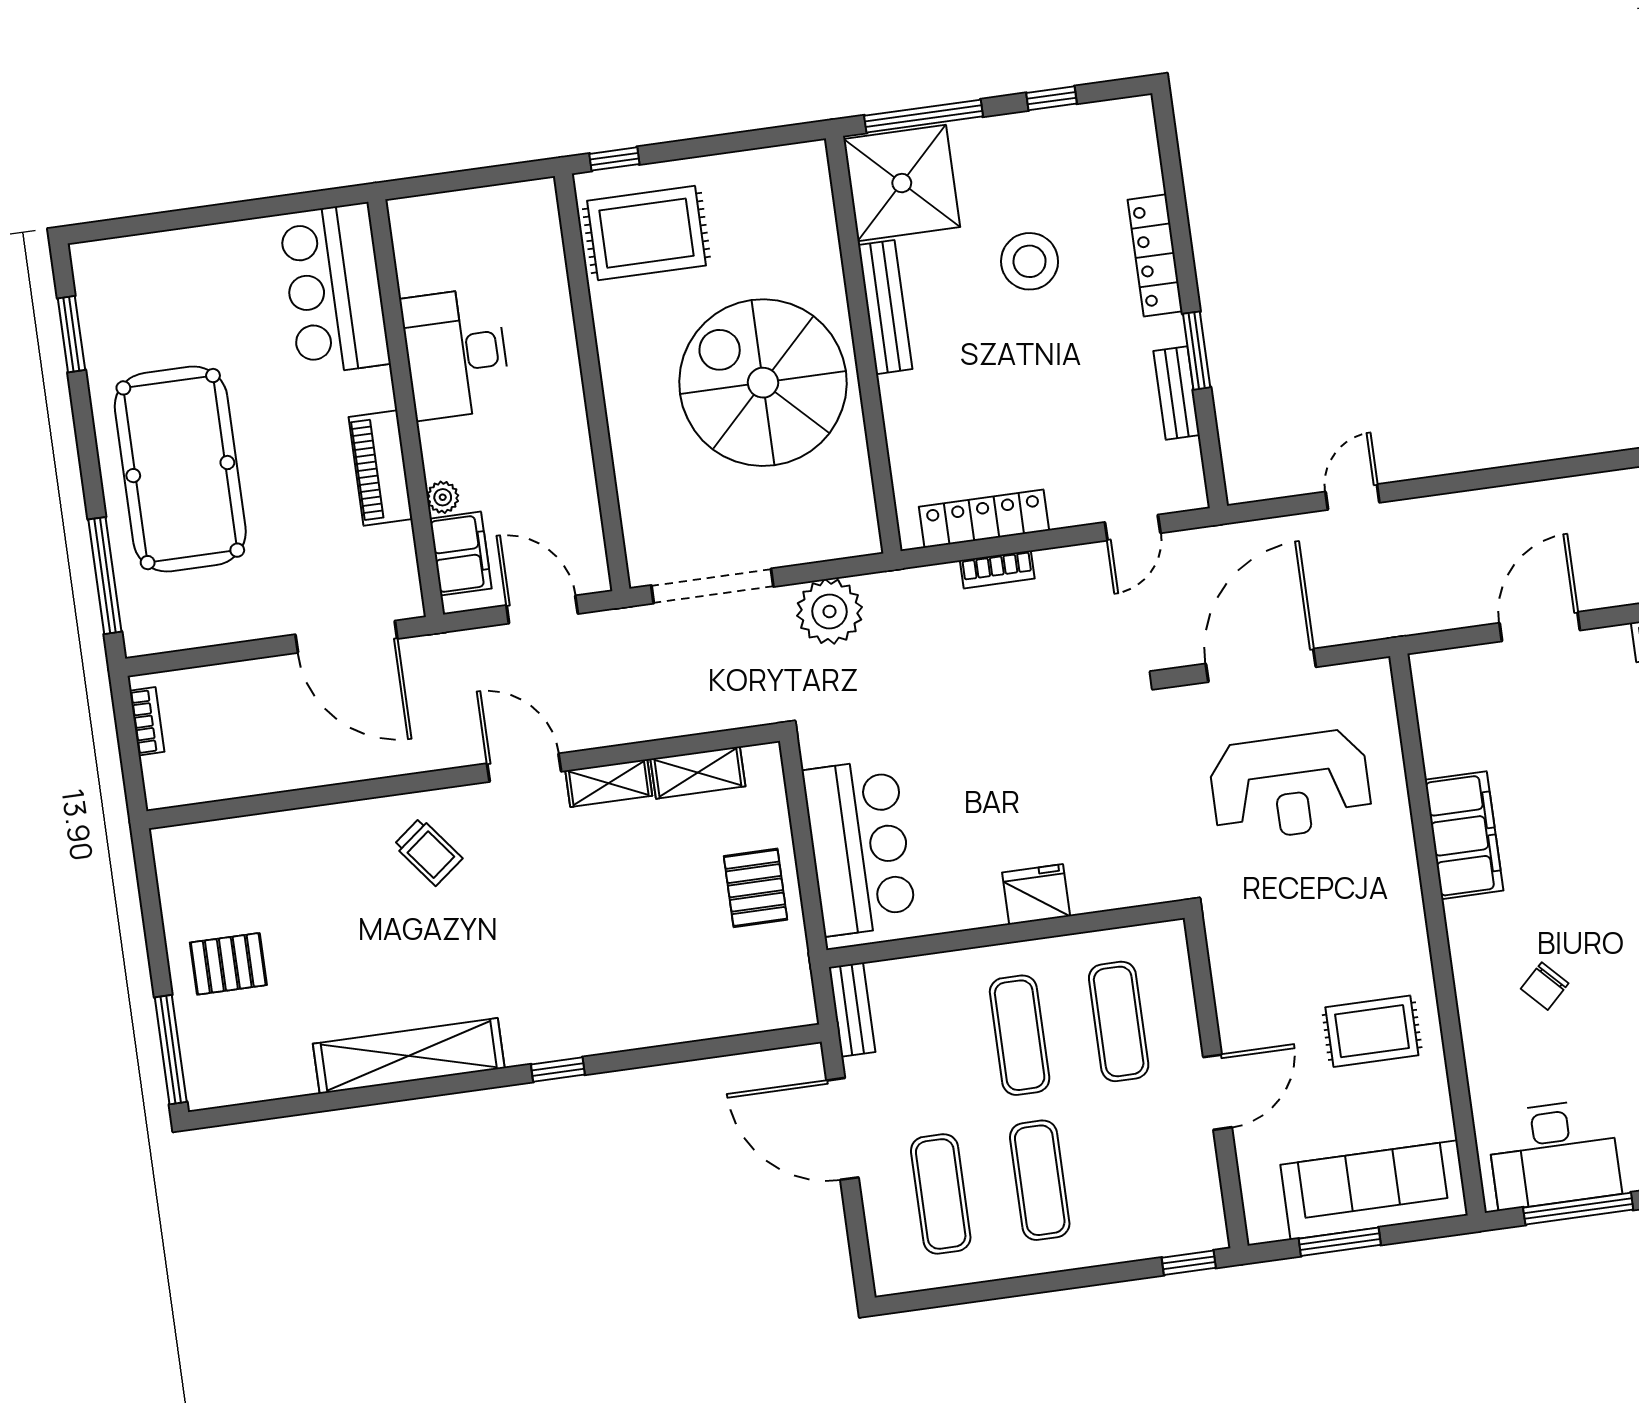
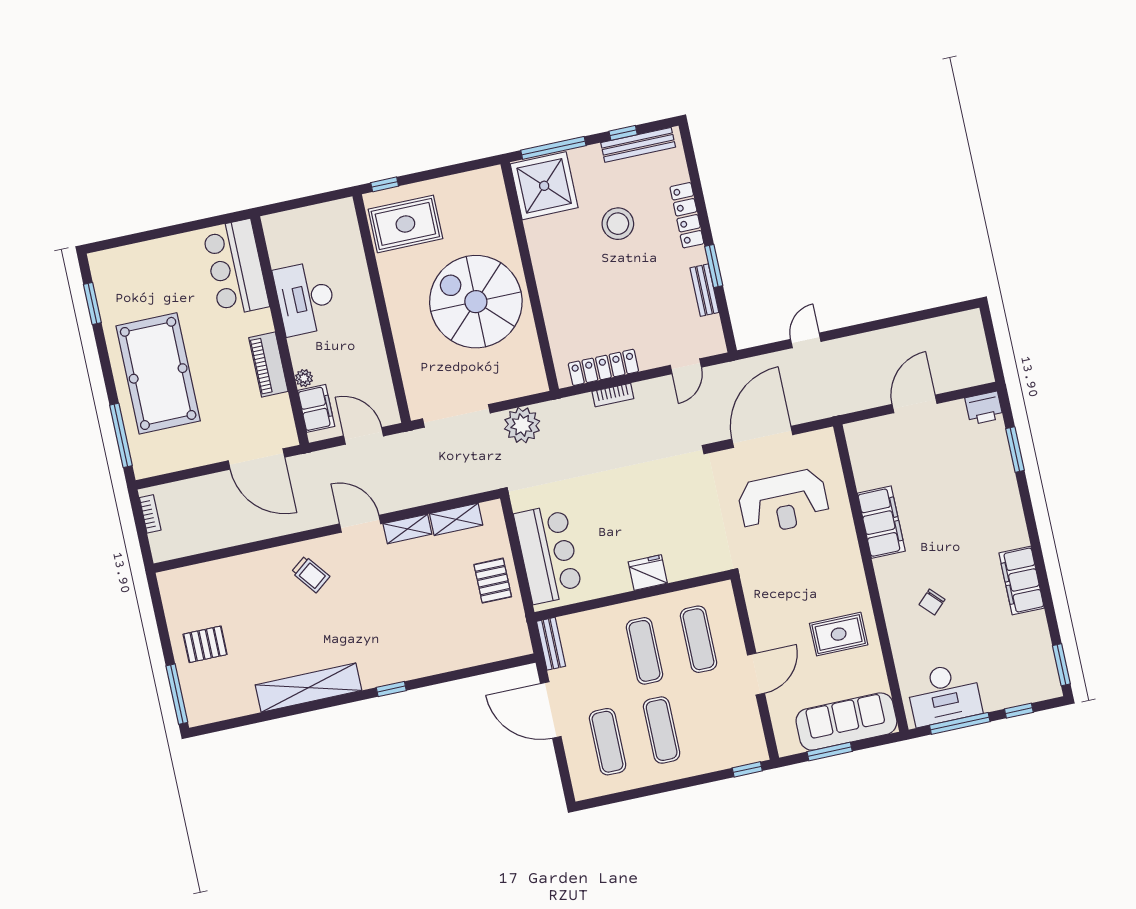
bench: (885, 307) -> (638, 145), moved, turned 90

